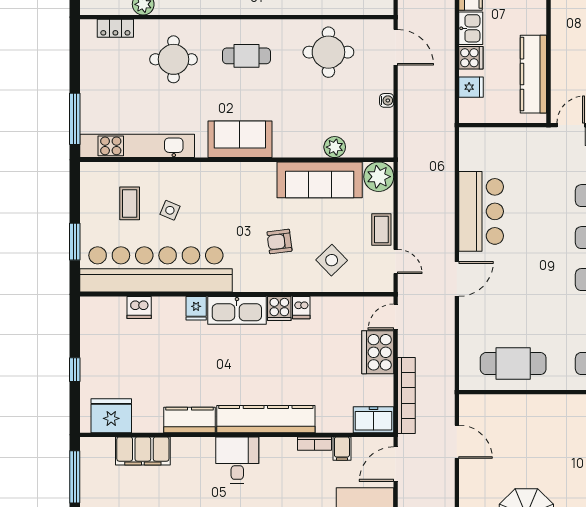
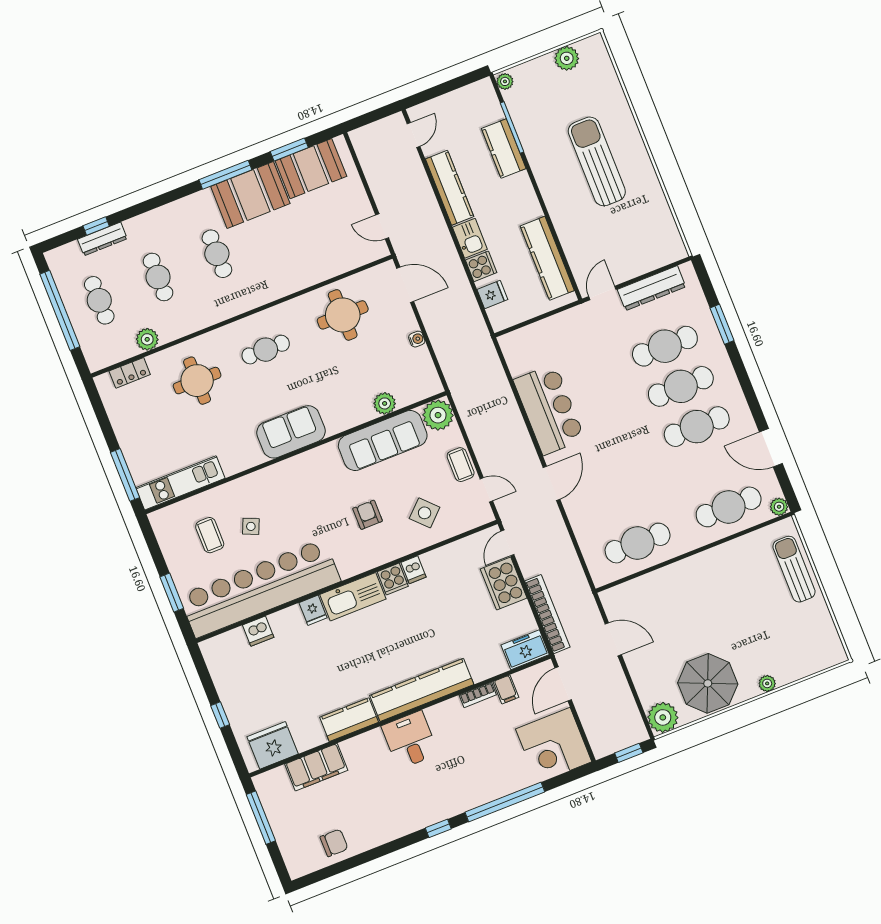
kitchen unit: (137, 146) -> (180, 483), width x0.73
armchair: (279, 241) -> (368, 515), turned 97

